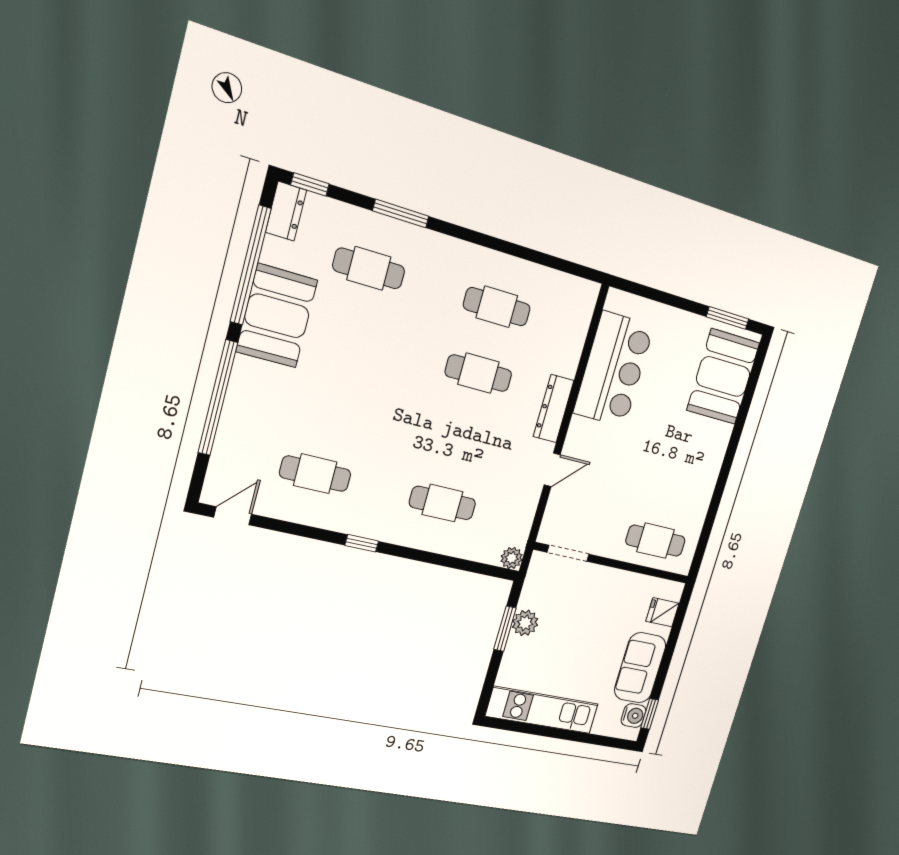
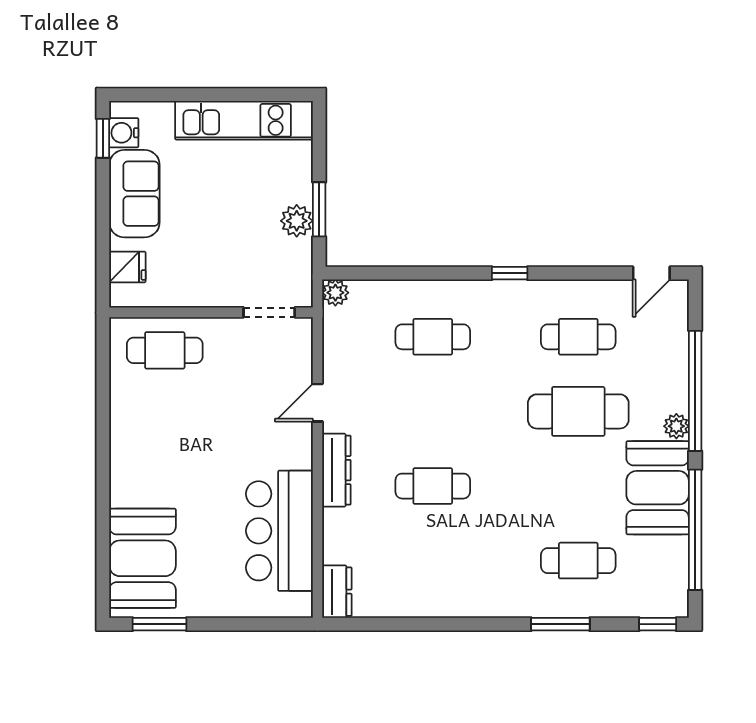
dresser: (286, 211) -> (337, 592), moved, turned 180
cafe table: (497, 307) -> (578, 411), moved, width x1.37, depth x1.35
plant: (244, 369) -> (676, 426), added

